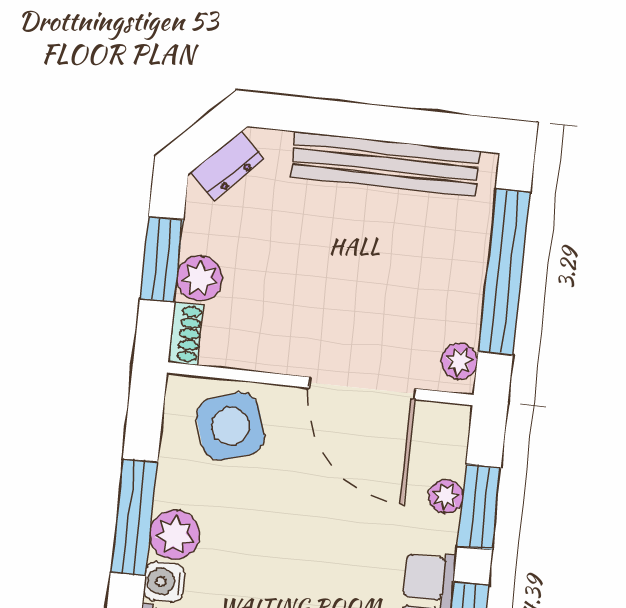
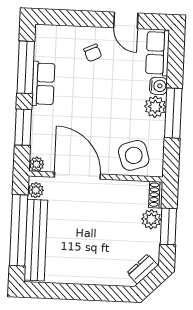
bench: (386, 164) -> (36, 240), moved, turned 90
plant: (446, 496) -> (36, 164), moved

